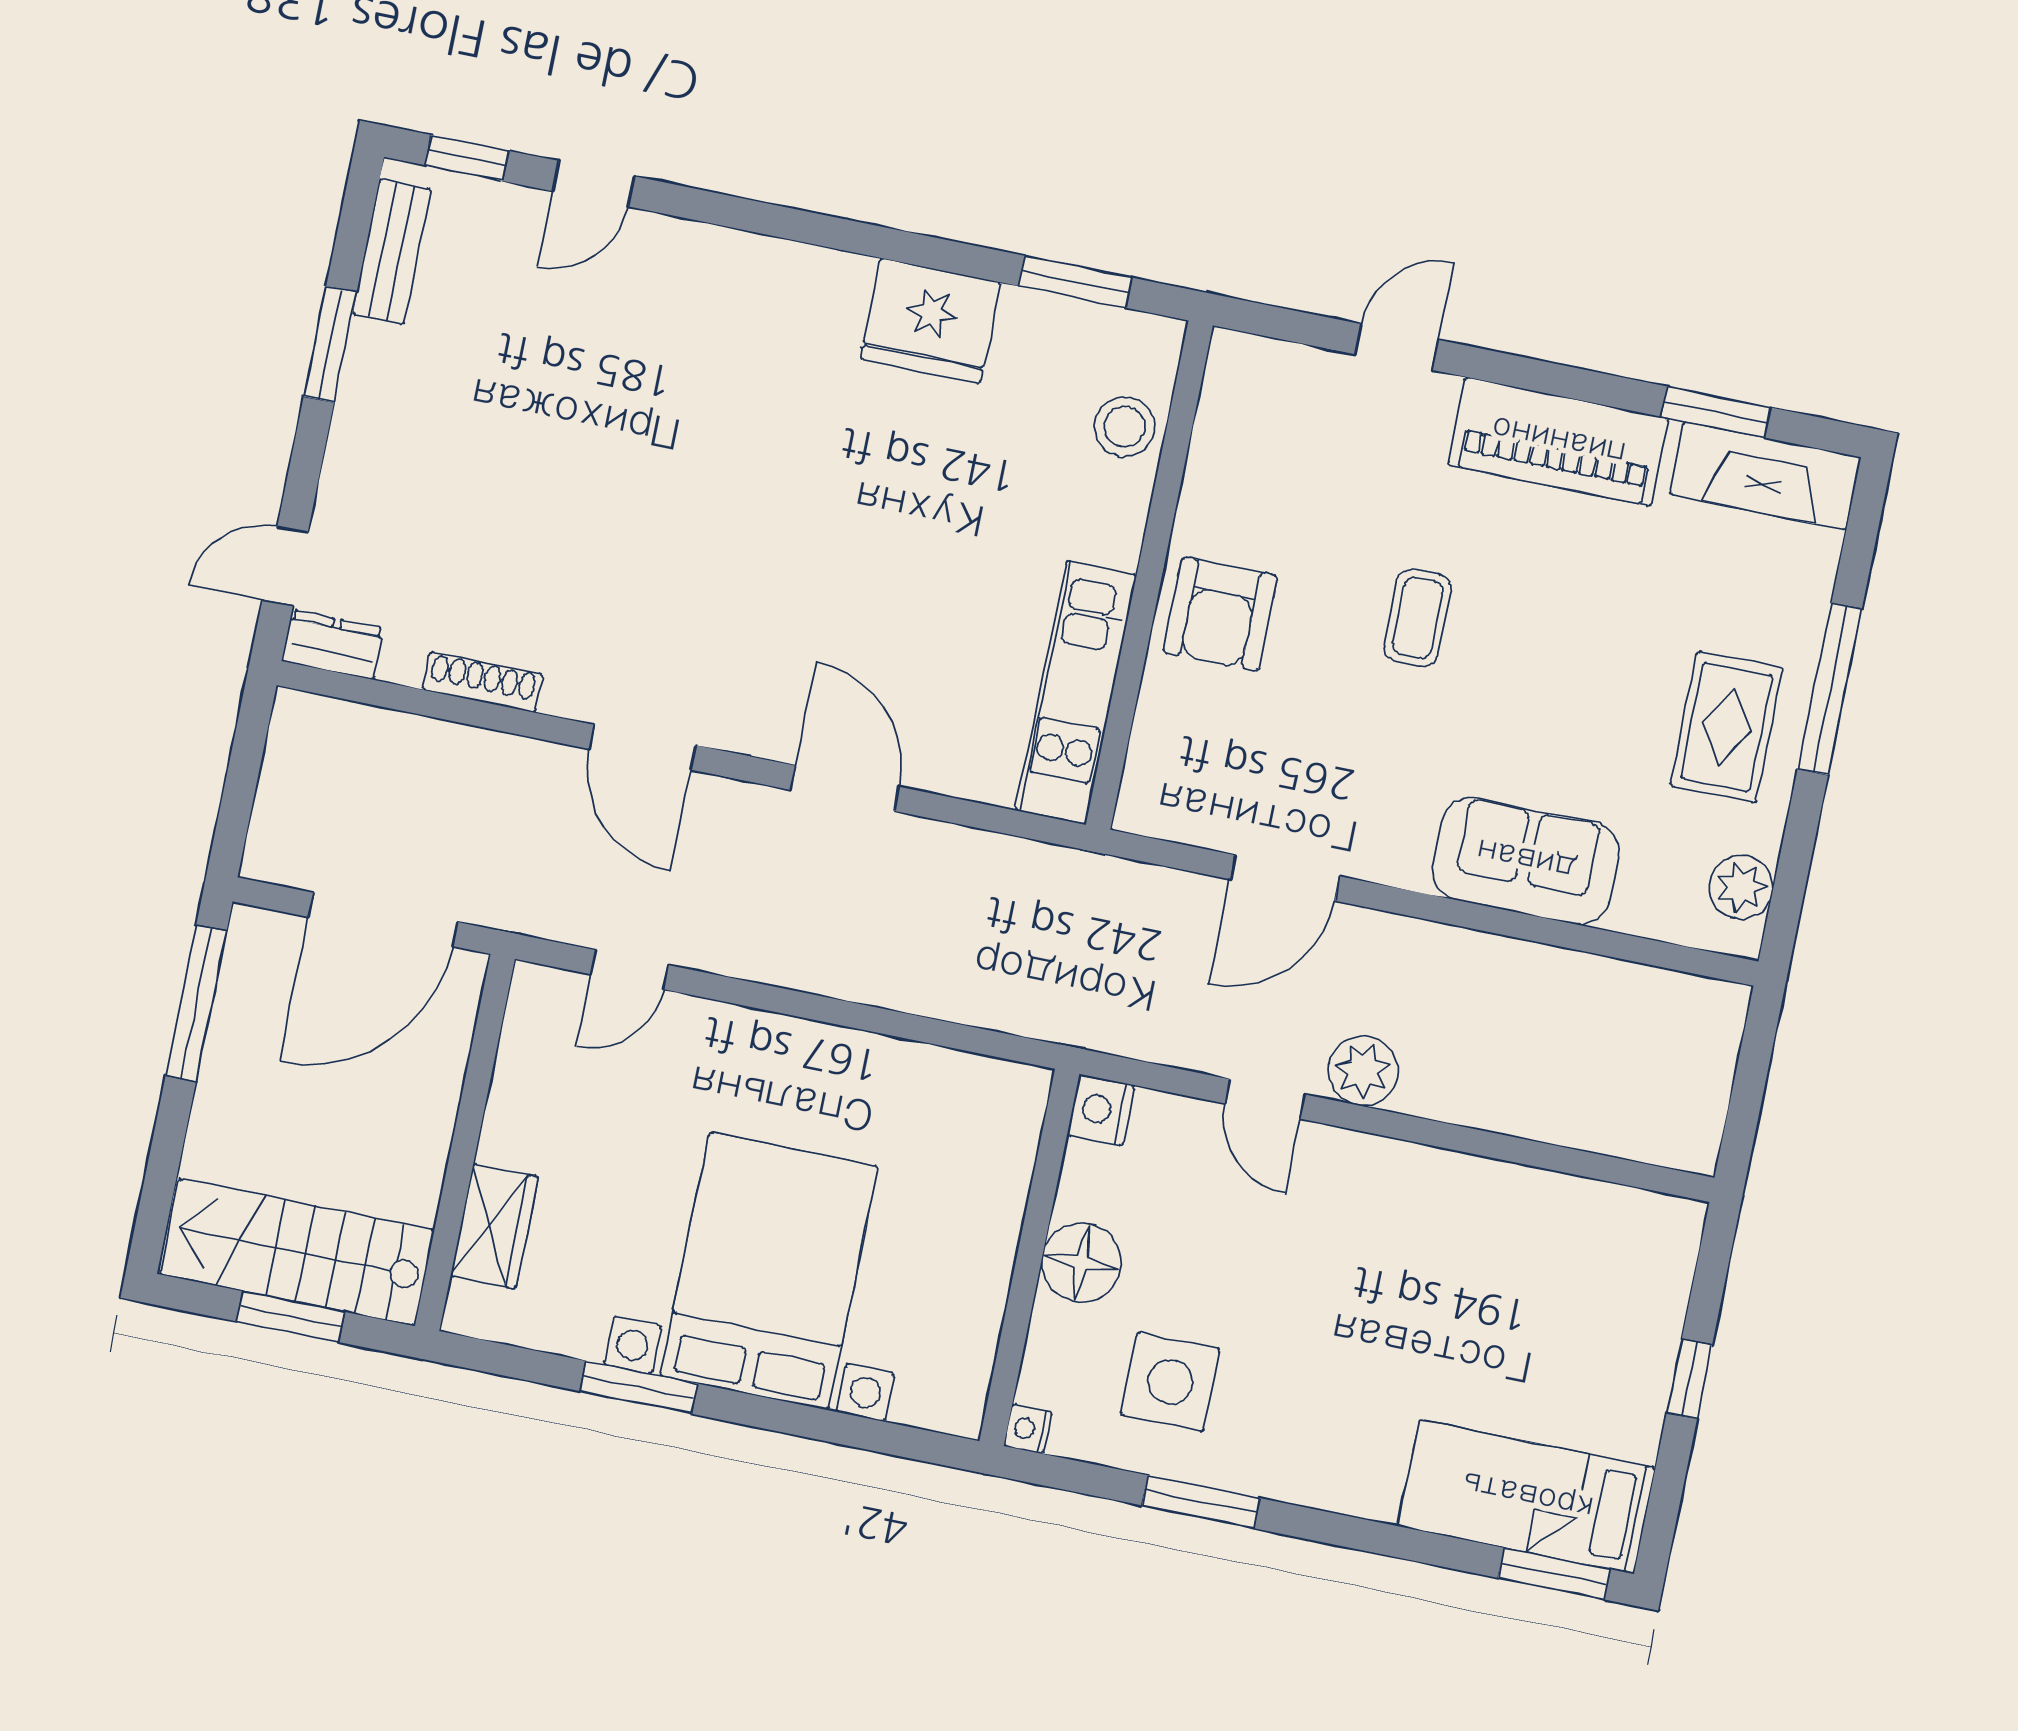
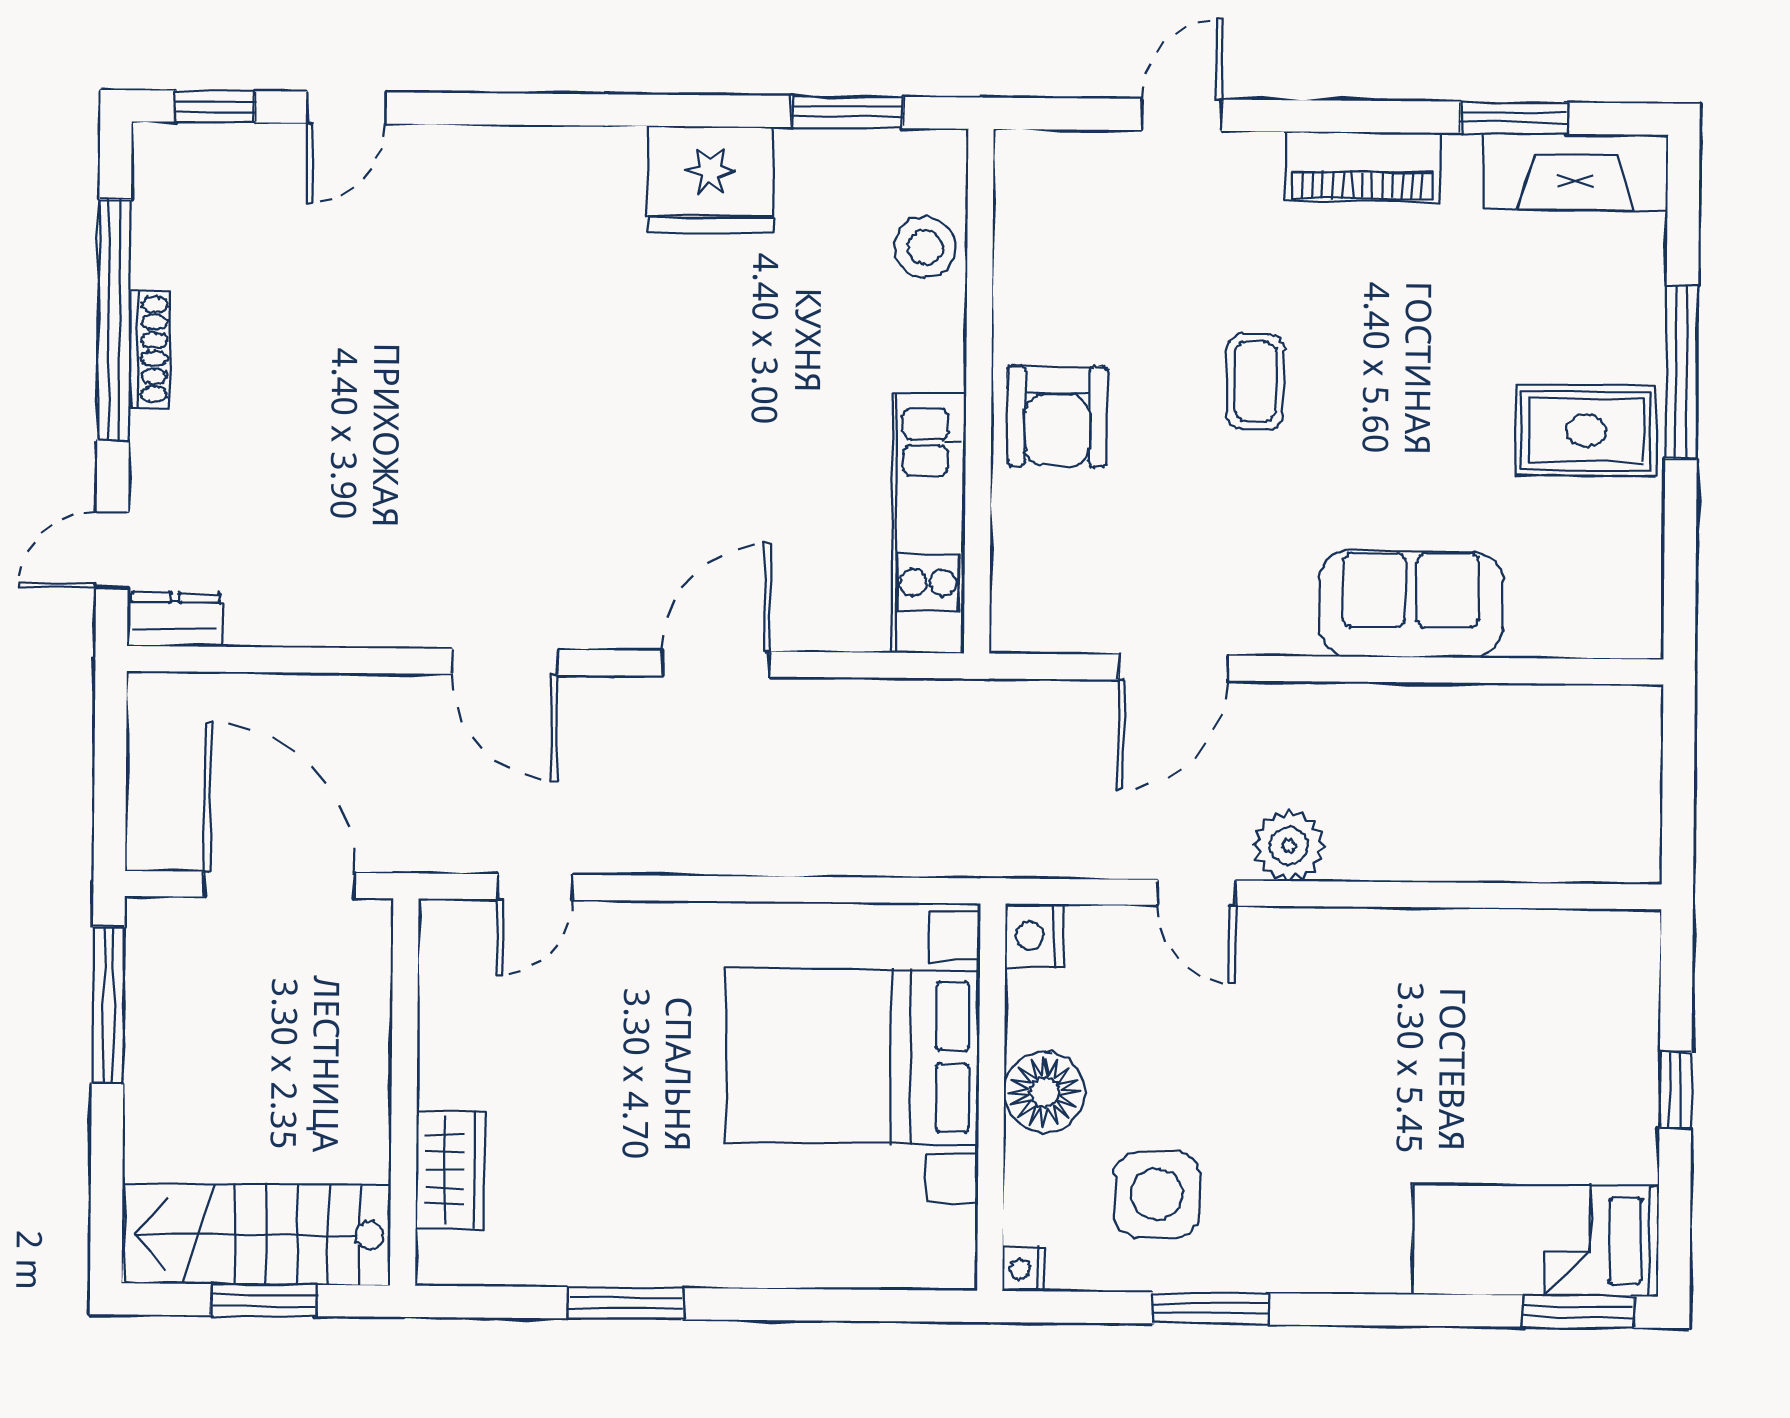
bench: (392, 252) -> (158, 215), removed
window: (330, 344) -> (114, 320), width x2.11
piano: (1558, 442) -> (1362, 167), width x0.73, depth x0.75
shoe rack: (482, 682) -> (150, 349), moved, turned 90
rug: (1727, 727) -> (1586, 431), turned 90
door: (845, 788) -> (715, 664), hinge flipped
plant: (1741, 887) -> (1632, 588), removed
door: (383, 920) -> (279, 885), swing flipped
bed with nightstands: (769, 1271) -> (852, 1056), moved, turned -90

